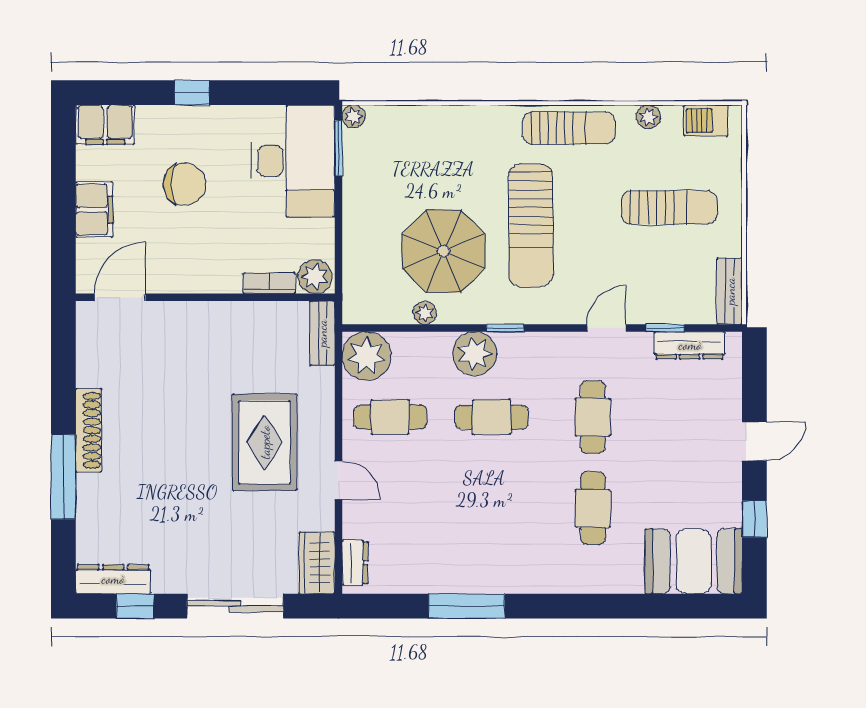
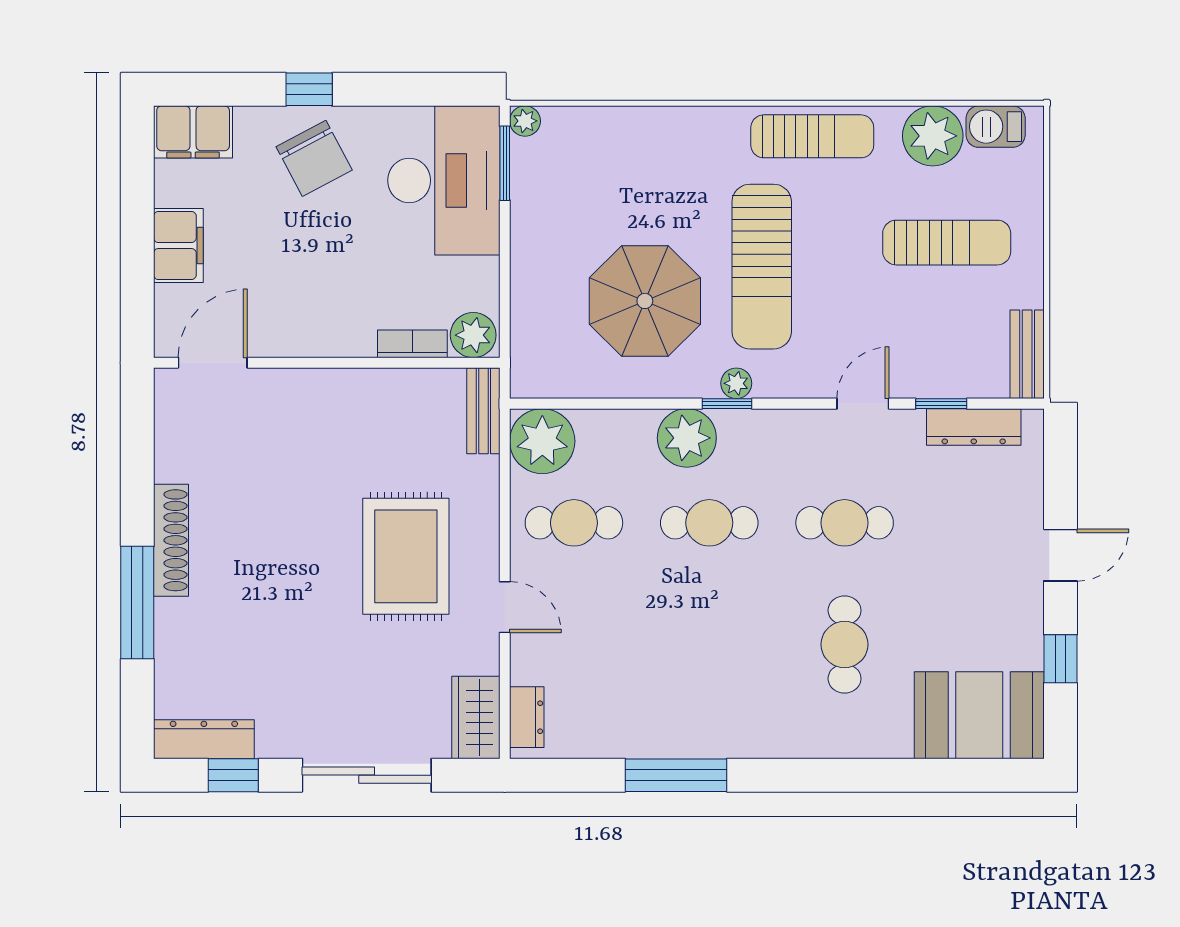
plant: (648, 117) -> (933, 136), width x1.87, depth x1.87
chair: (185, 184) -> (314, 158), moved, turned 62
plant: (425, 313) -> (736, 383), moved
cafe table: (593, 417) -> (845, 523), turned 90

